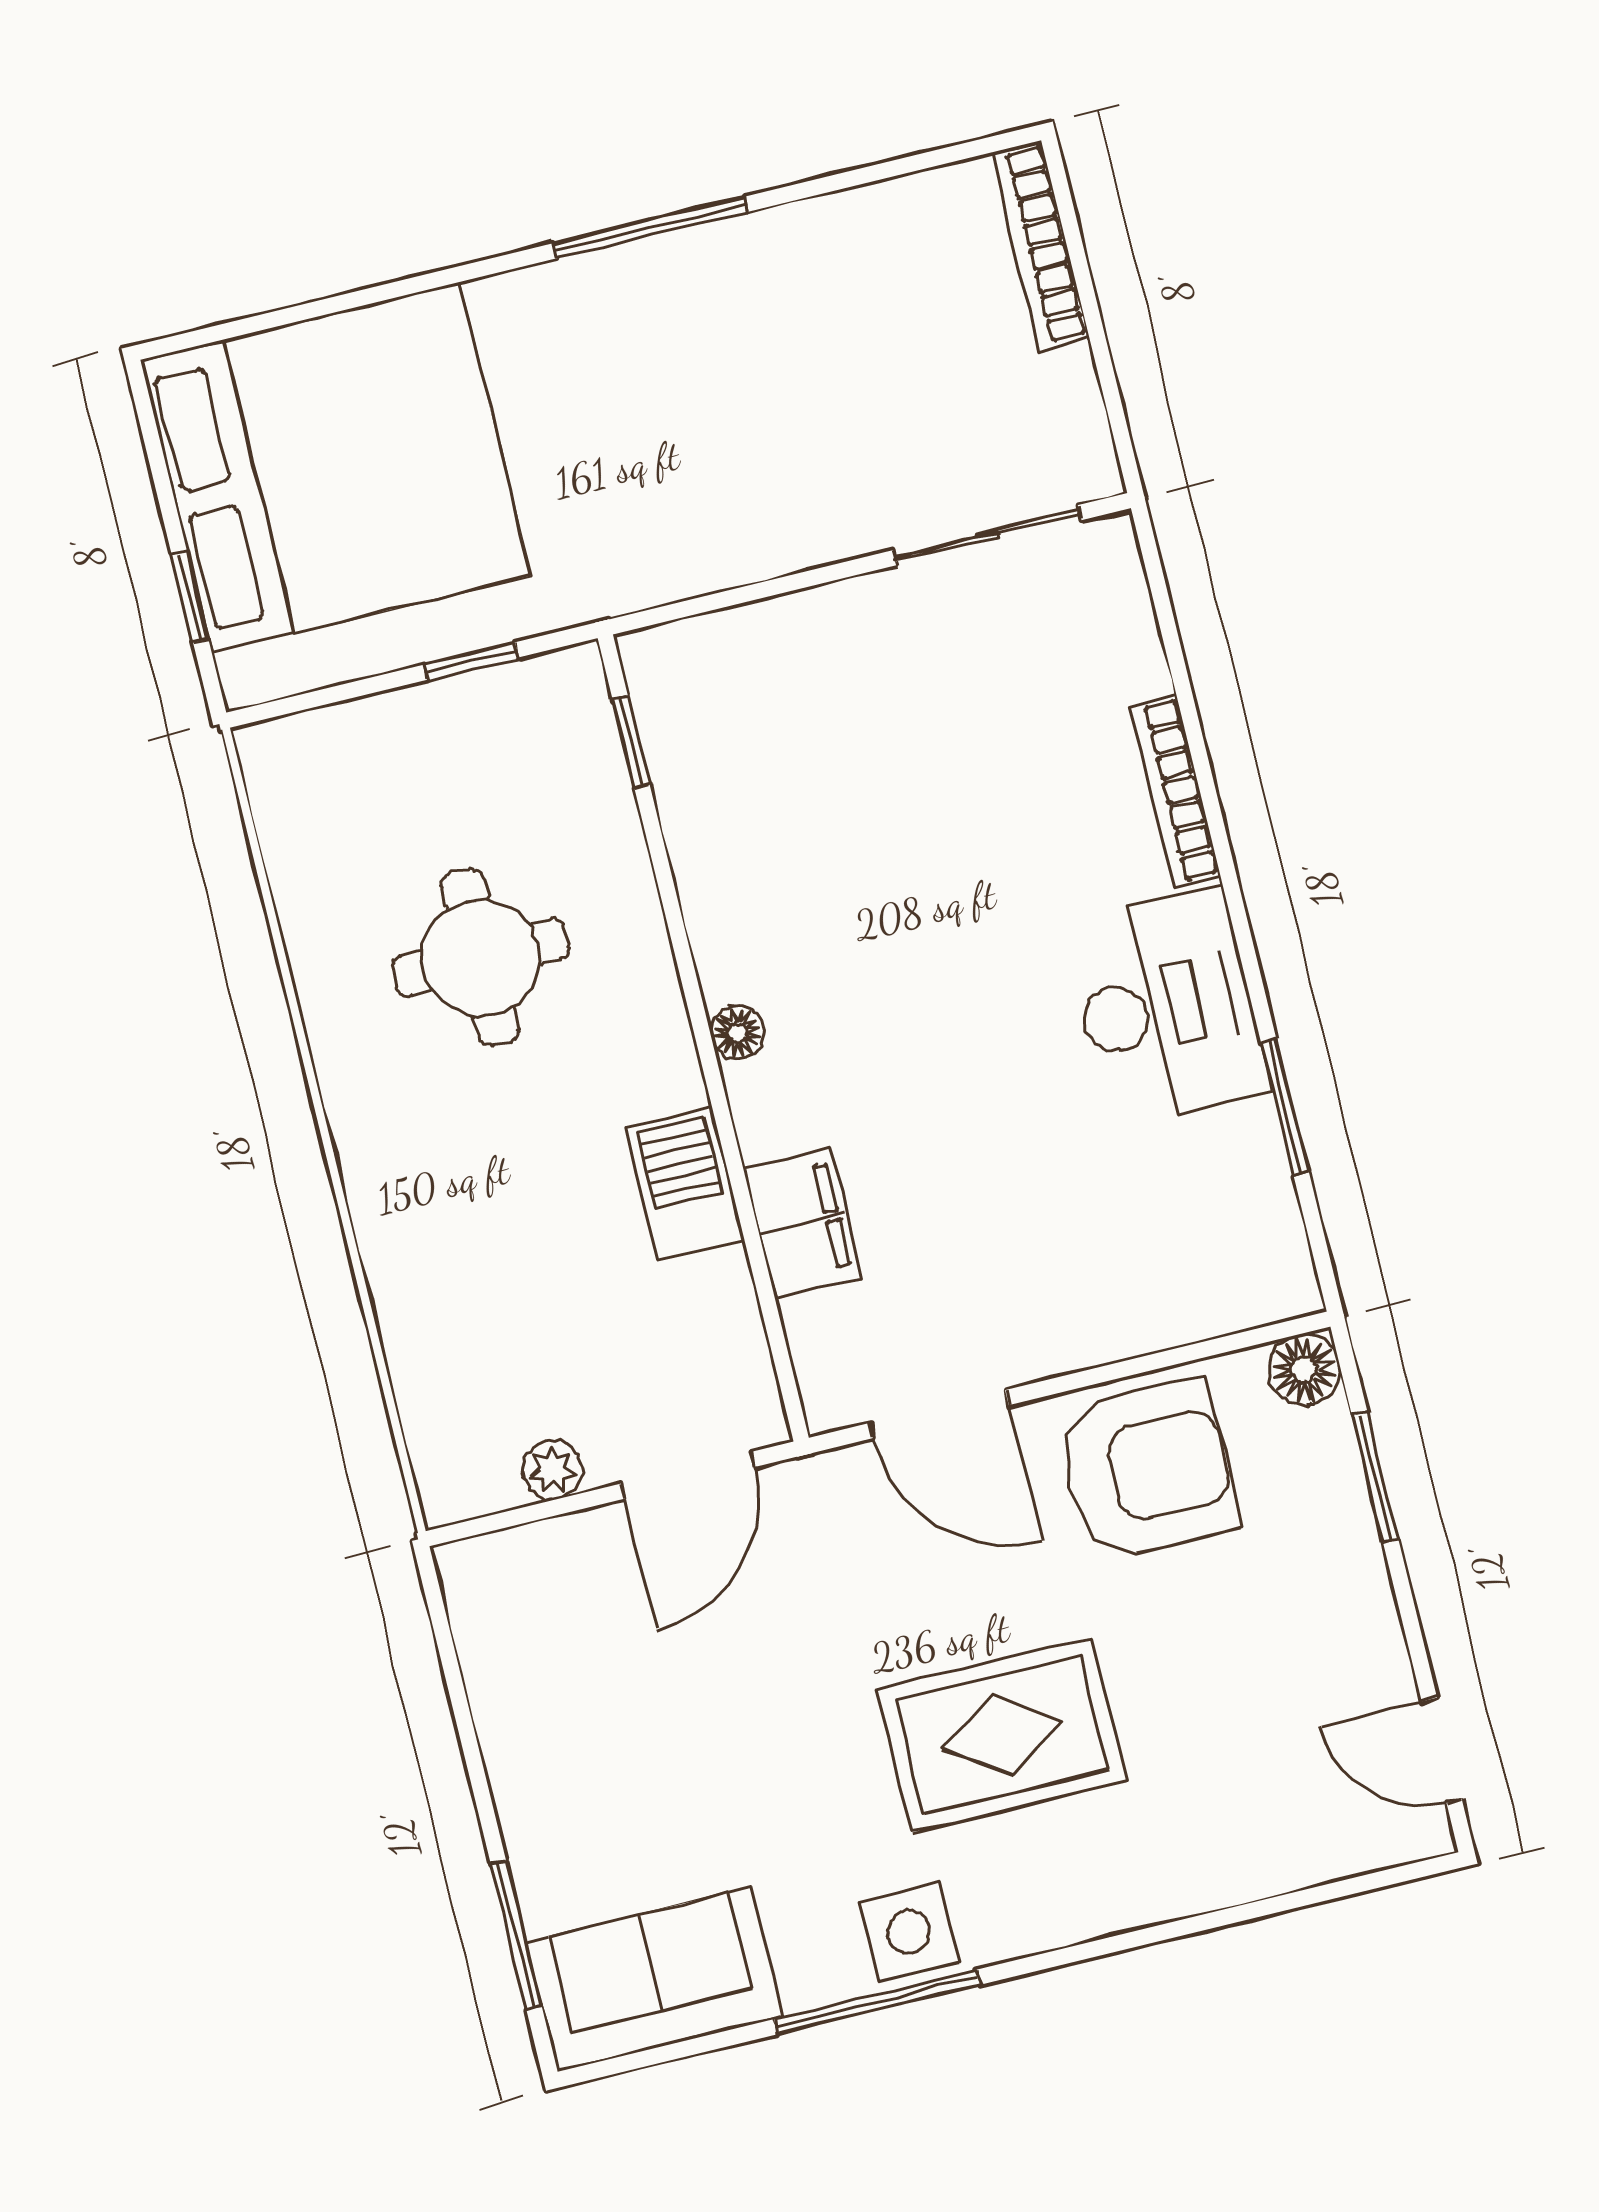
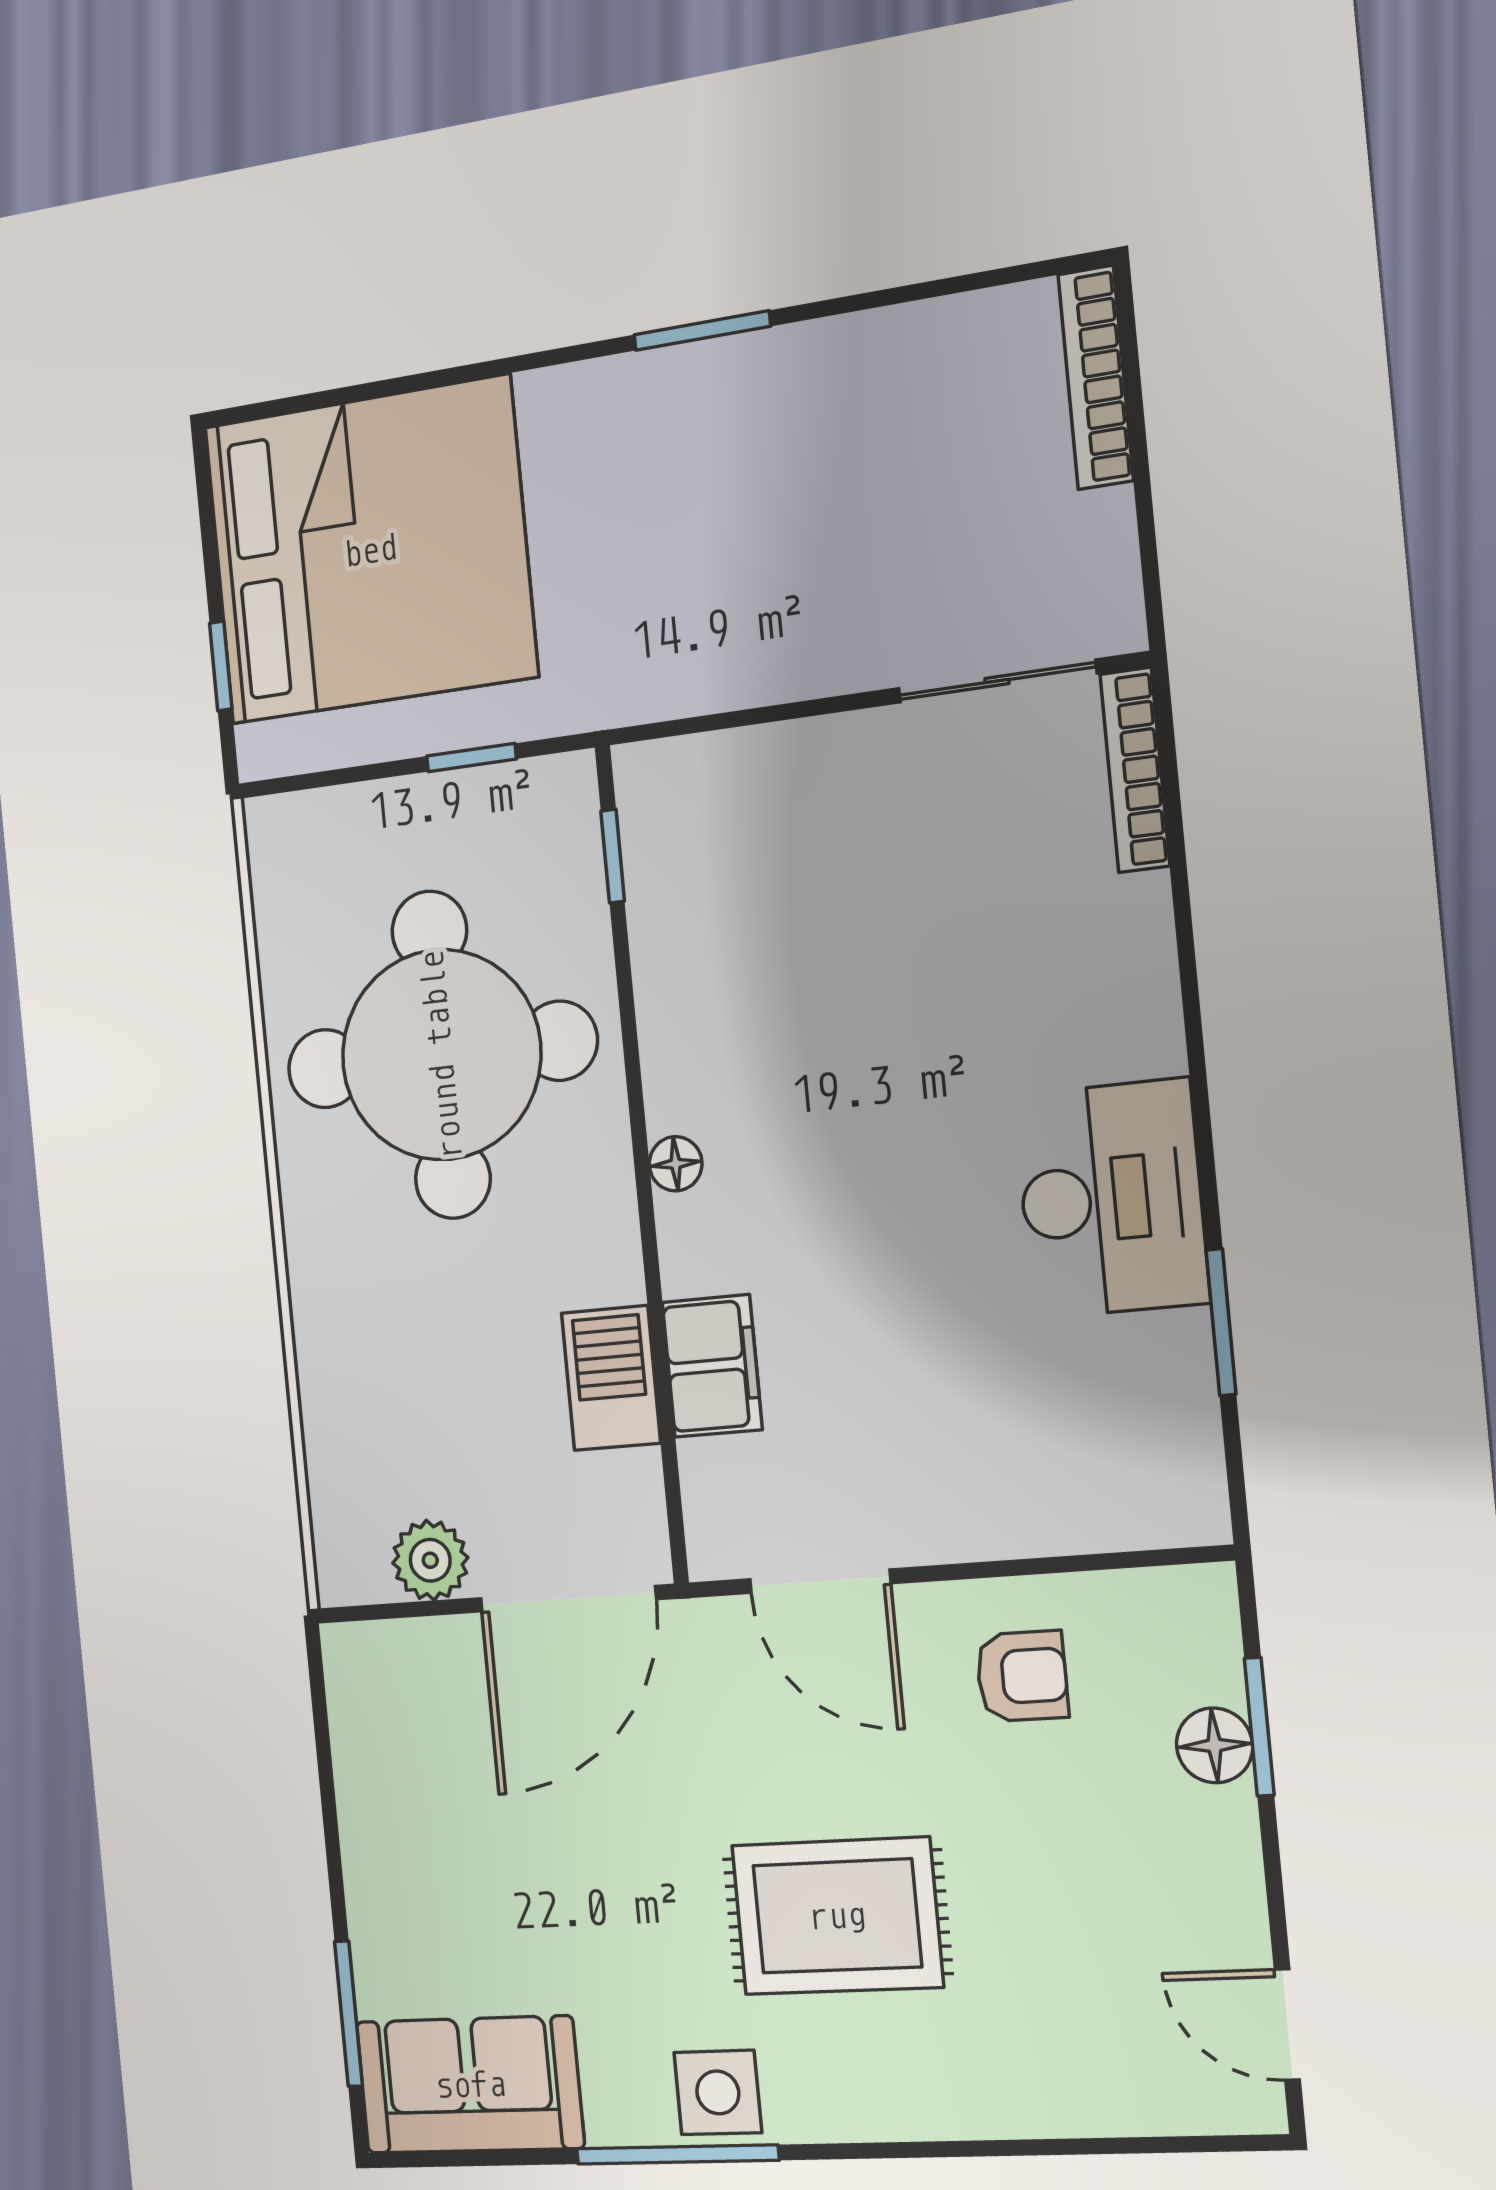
window: (650, 228) -> (702, 331), width x0.69
bookcase: (1175, 791) -> (1135, 770), moved
round table: (481, 958) -> (441, 1055), width x1.86, depth x1.86
barbecue: (685, 1183) -> (611, 1378), moved
floor lamp: (1304, 1370) -> (1215, 1745), moved
plant: (553, 1470) -> (430, 1560), width x1.38, depth x1.38
armchair: (1147, 1470) -> (1022, 1676), width x0.53, depth x0.53
door: (688, 1475) -> (568, 1599), width x1.36

